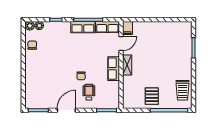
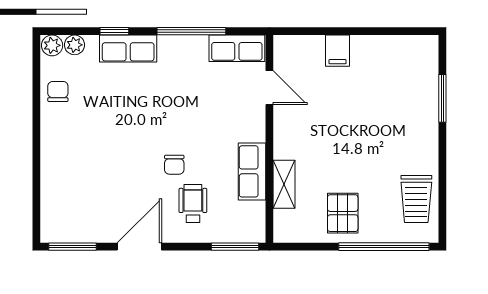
row of seats: (83, 27) -> (128, 49), moved
filing cabinet: (127, 28) -> (338, 51), moved
door: (121, 43) -> (269, 88), hinge flipped
shelving: (127, 65) -> (284, 184), moved
row of seats: (114, 69) -> (252, 171), moved

